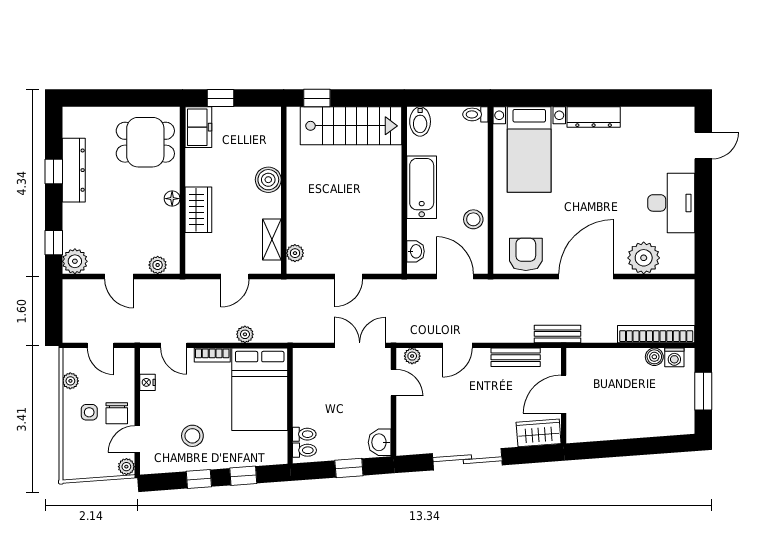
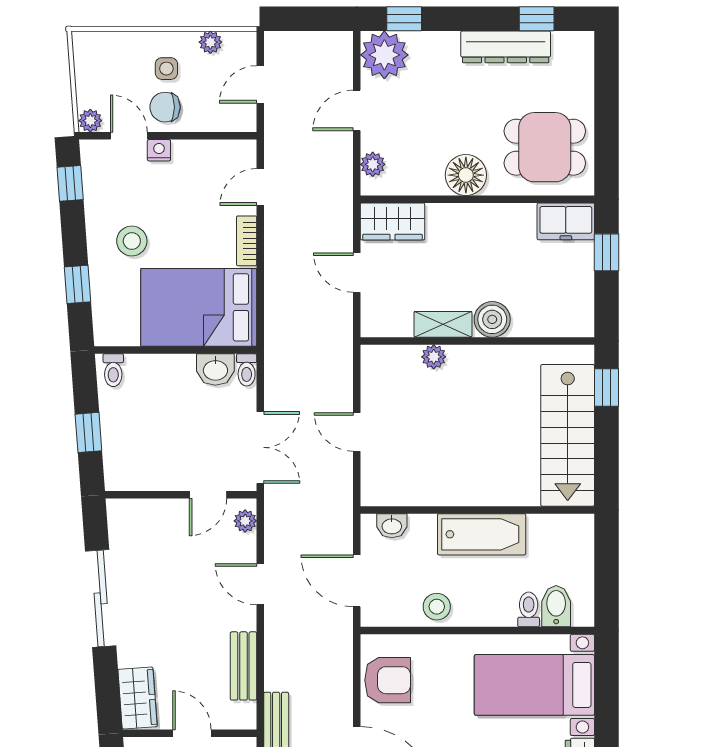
toilet: (475, 114) -> (529, 609), moved
bidet: (420, 122) -> (556, 606), moved, turned 90
dining table: (145, 142) -> (545, 147), turned 90
window: (54, 171) -> (537, 19), moved
floor lamp: (172, 199) -> (466, 175), width x1.89, depth x1.89
wardrobe: (198, 210) -> (392, 221), moved
shelving: (272, 240) -> (443, 324), moved
plant: (295, 253) -> (434, 357), moved
plant: (75, 261) -> (384, 55), width x1.36, depth x1.36
door: (455, 276) -> (357, 581), swing flipped
plant: (245, 334) -> (276, 287), removed
nightstand: (148, 382) -> (159, 150), moved
door: (564, 394) -> (192, 733), width x0.73
toilet: (304, 434) -> (247, 370), moved
stool: (192, 436) -> (132, 241), moved
washbasin: (380, 442) -> (215, 369), moved, turned 180
window: (199, 479) -> (70, 183), moved

